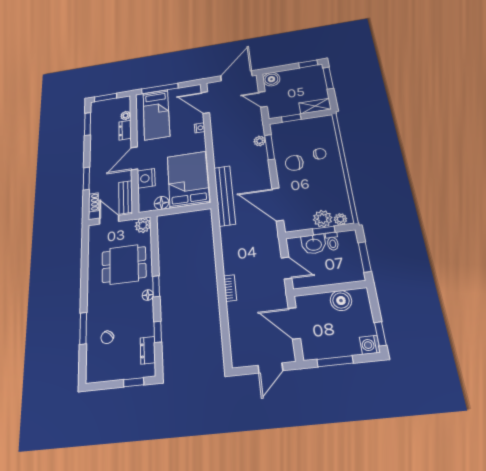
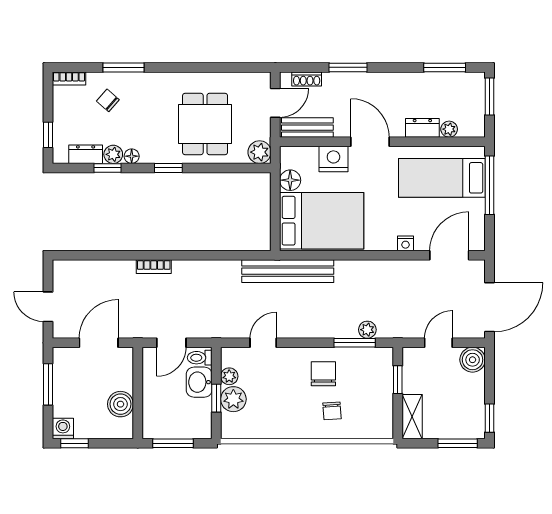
door: (236, 76) -> (490, 307), hinge flipped
door: (278, 204) -> (263, 343), width x0.53
plant: (340, 219) -> (229, 376), moved
toilet: (332, 241) -> (200, 358), moved
floor lamp: (148, 295) -> (132, 156), moved
plant: (147, 329) -> (113, 154), added
bookcase: (91, 370) -> (69, 78), added

